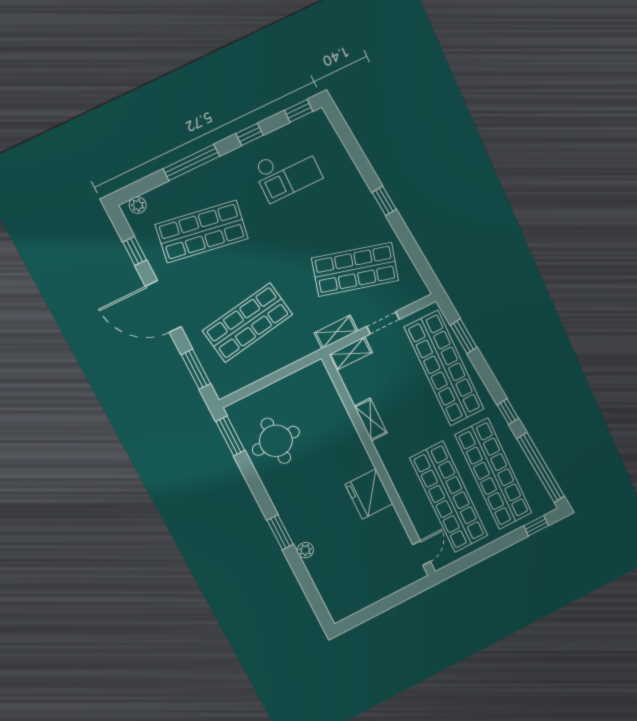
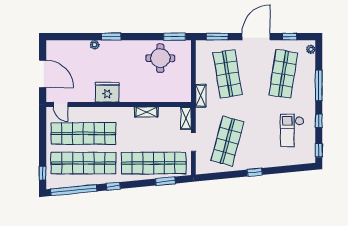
shelving: (336, 332) -> (201, 96), moved
door: (388, 603) -> (43, 74), added

